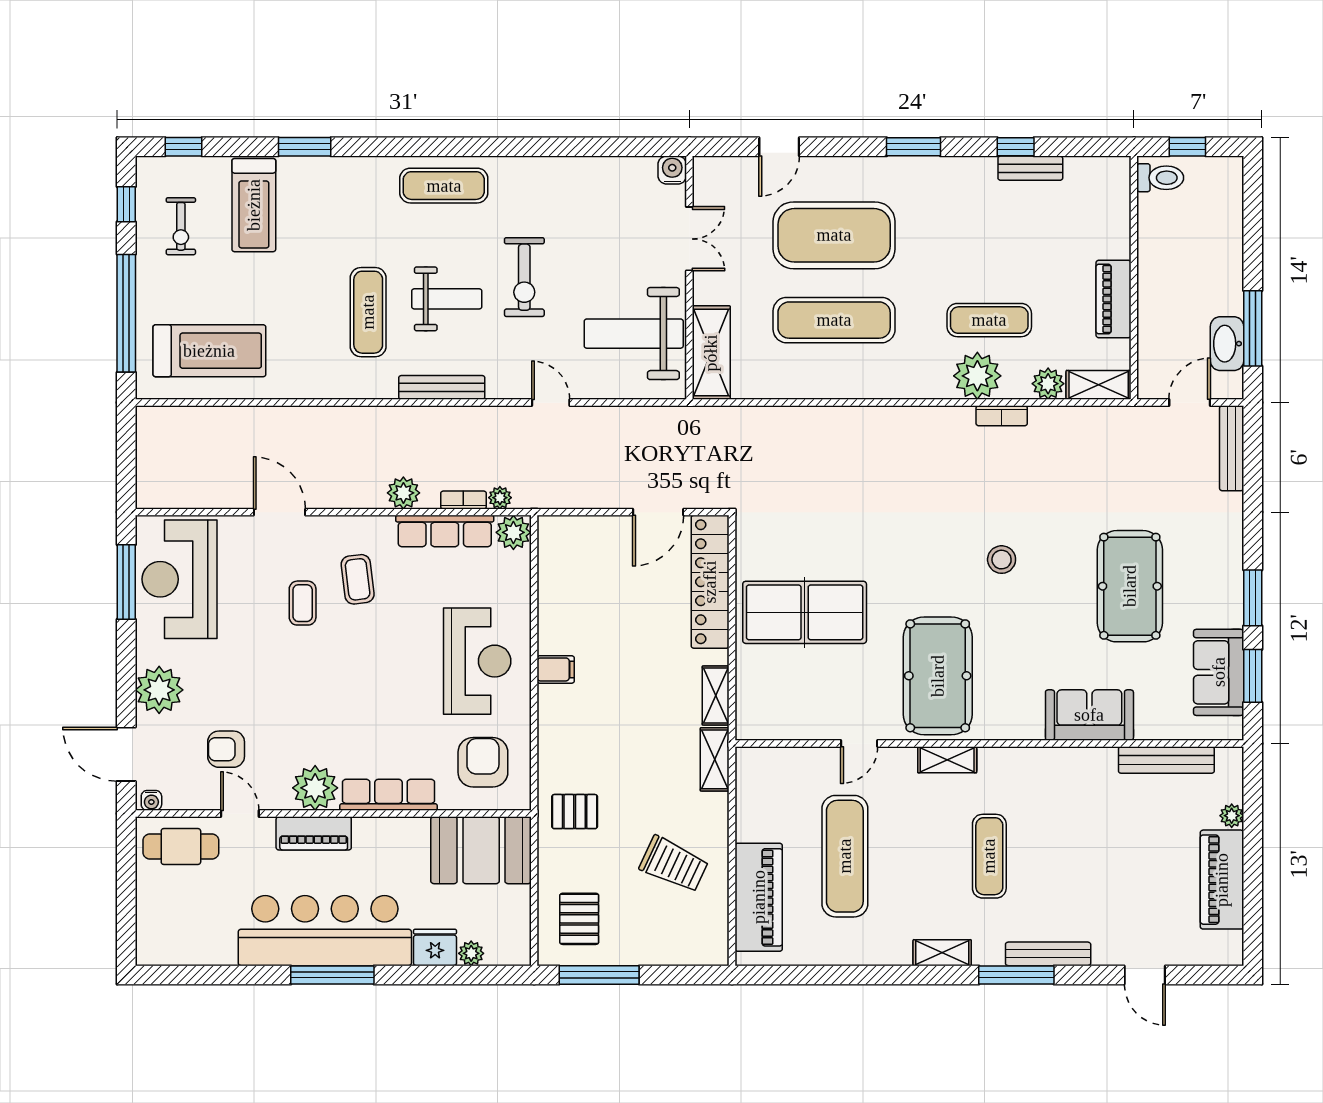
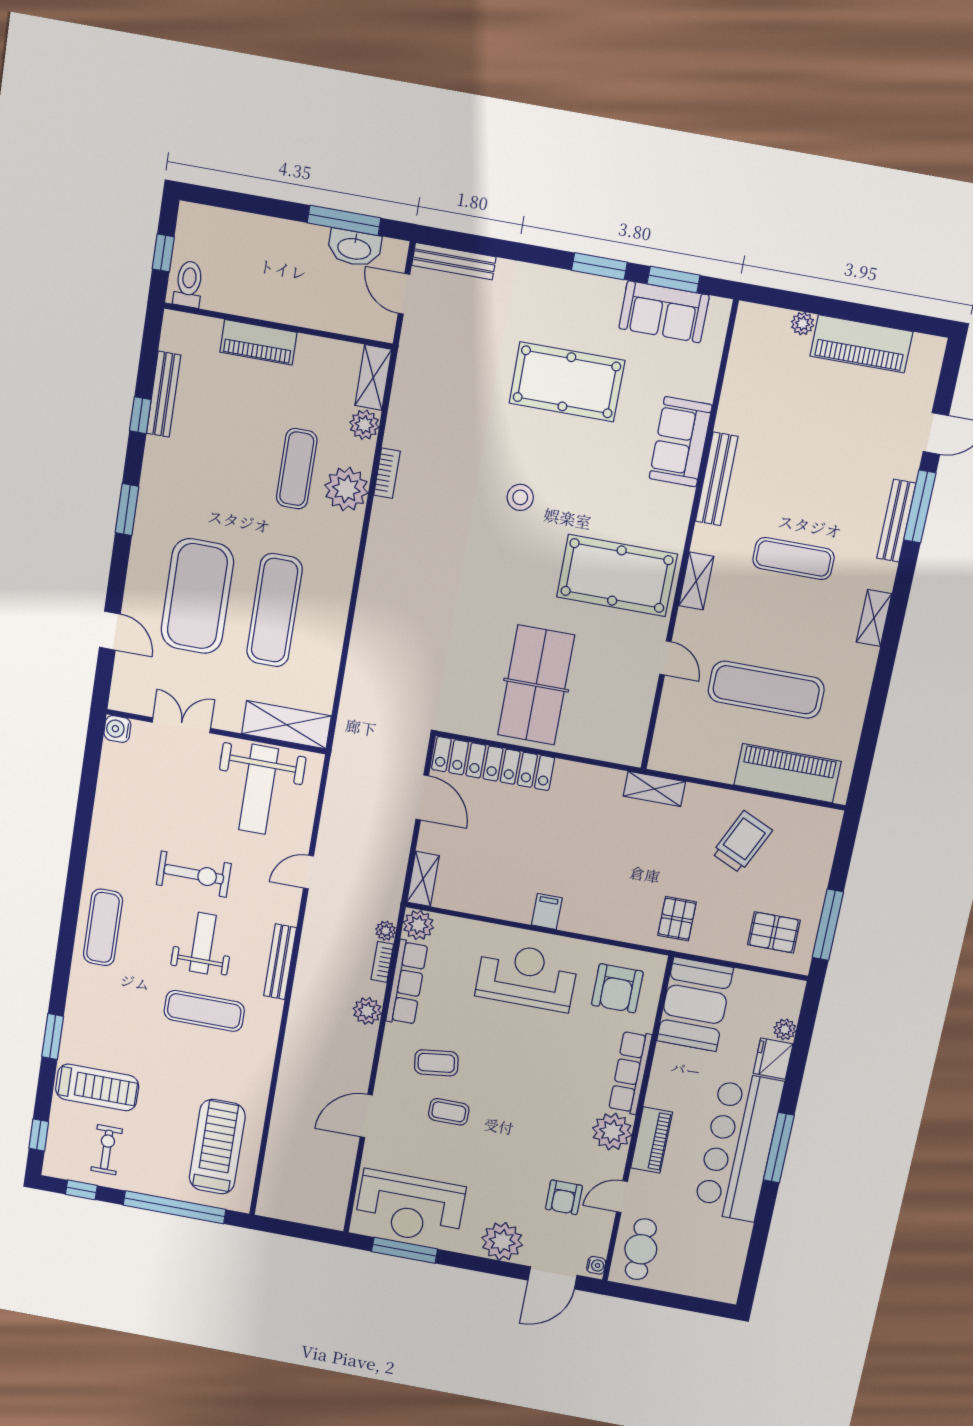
bench: (1030, 168) -> (164, 394), width x1.36
exercise bike: (181, 226) -> (107, 1150), turned -90
piano: (1114, 299) -> (258, 342), moved
shelving: (716, 696) -> (423, 879), moved, turned 90
bench: (1166, 760) -> (717, 479), moved
armchair: (483, 762) -> (617, 988), turned -90
window: (1016, 975) -> (920, 506), moved

